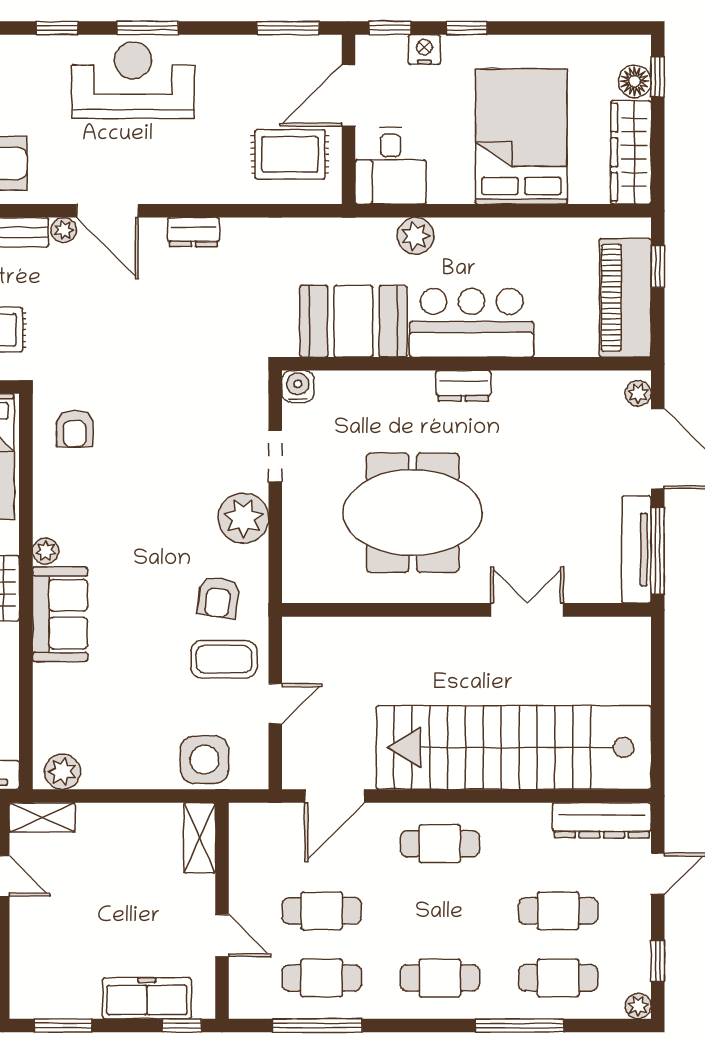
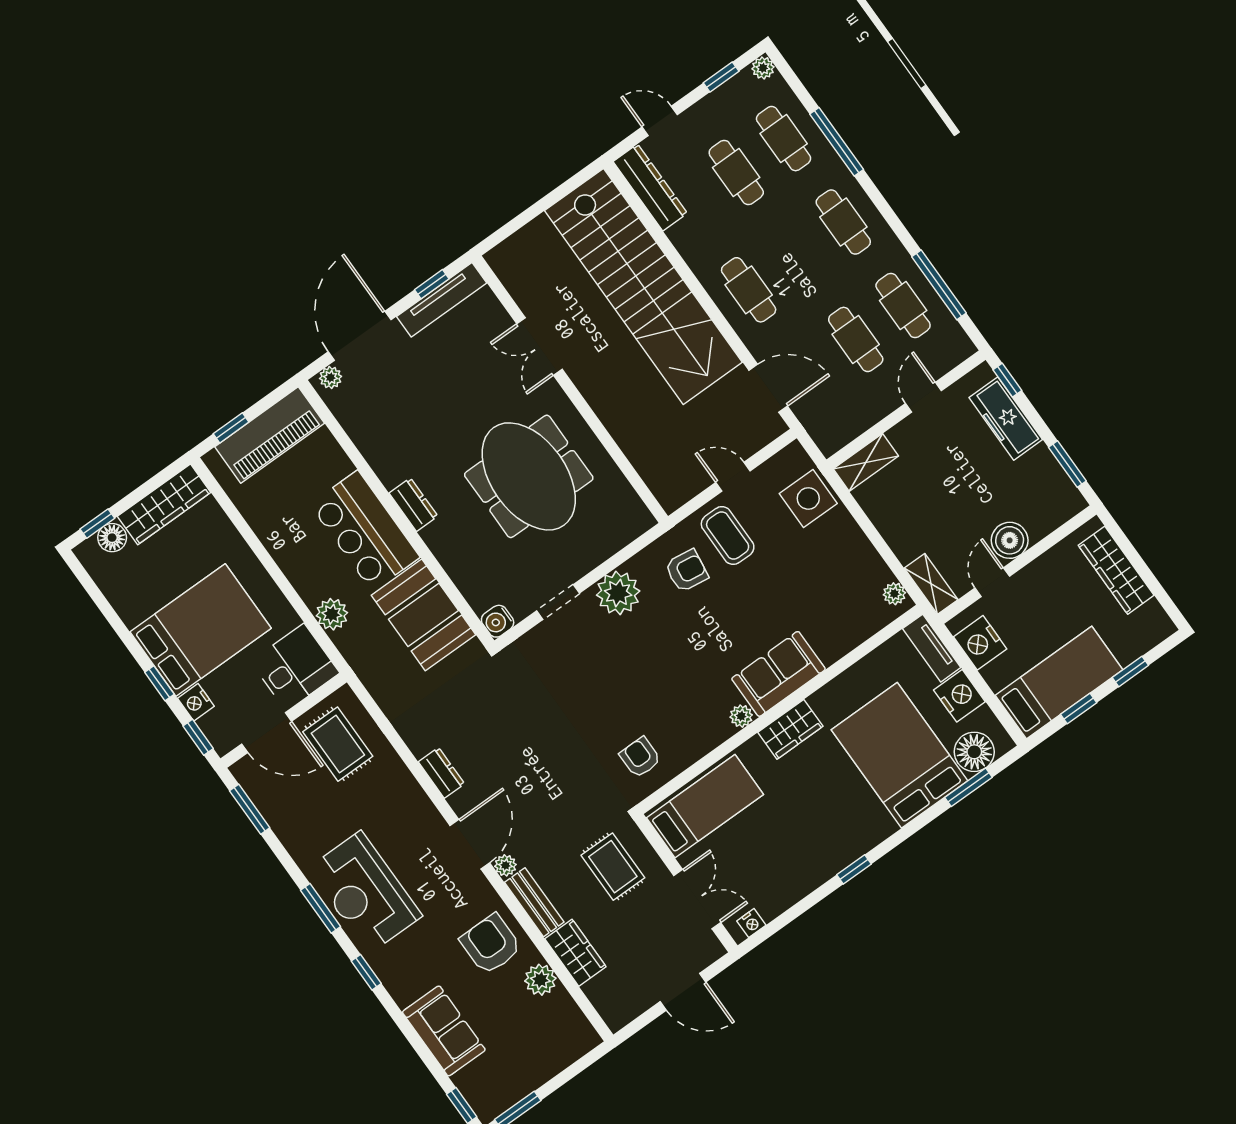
bed: (521, 137) -> (201, 630), moved, turned 180
armchair: (75, 429) -> (640, 757), turned -90
window: (658, 551) -> (432, 284), width x0.46
plant: (62, 772) -> (894, 594), width x0.73, depth x0.73
boiler: (30, 920) -> (1010, 540), added

